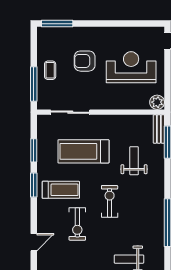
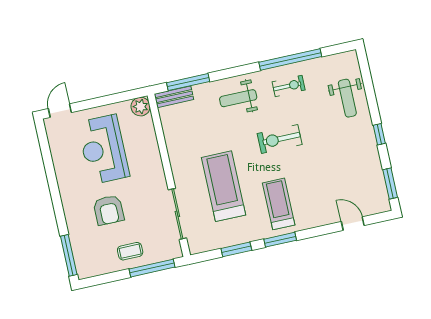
treadmill: (83, 151) -> (224, 186), turned 180
weight bench: (134, 161) -> (238, 98), moved
exercise bike: (77, 224) -> (289, 86), moved, width x0.73, depth x0.72

